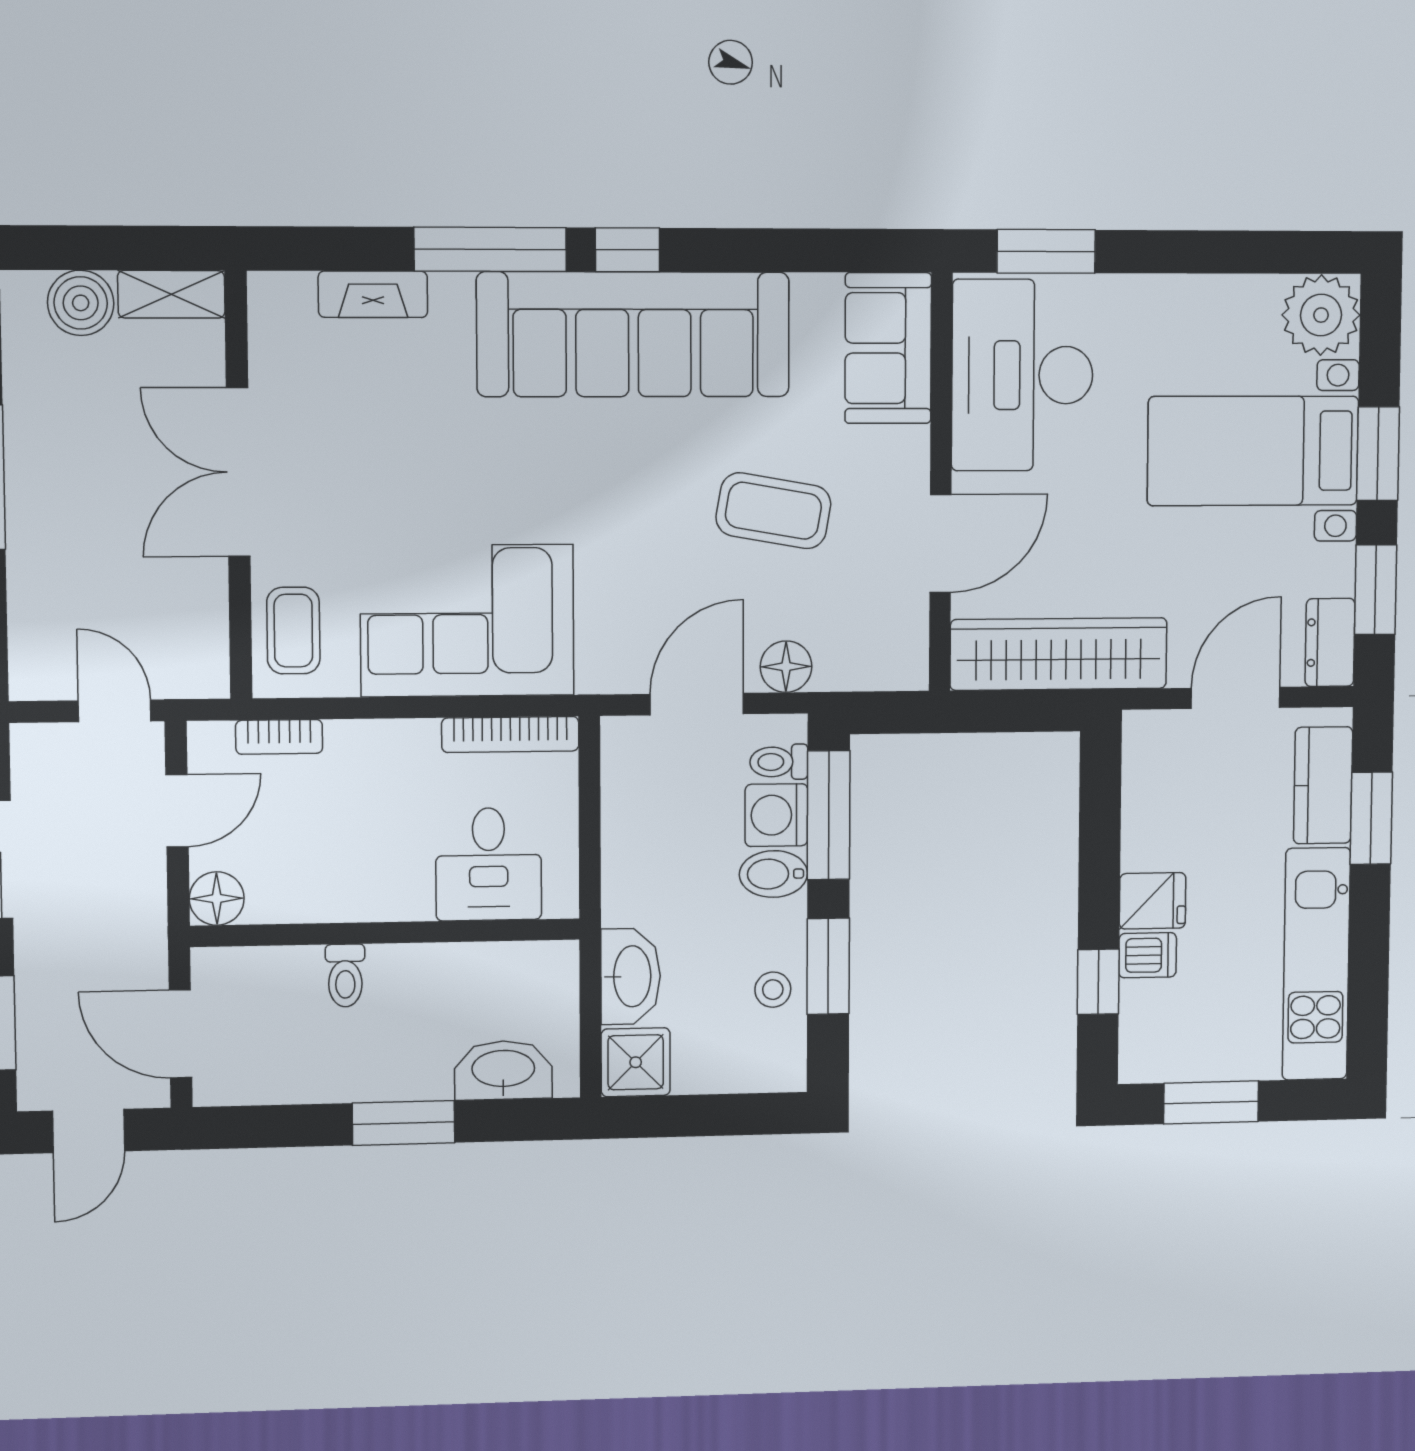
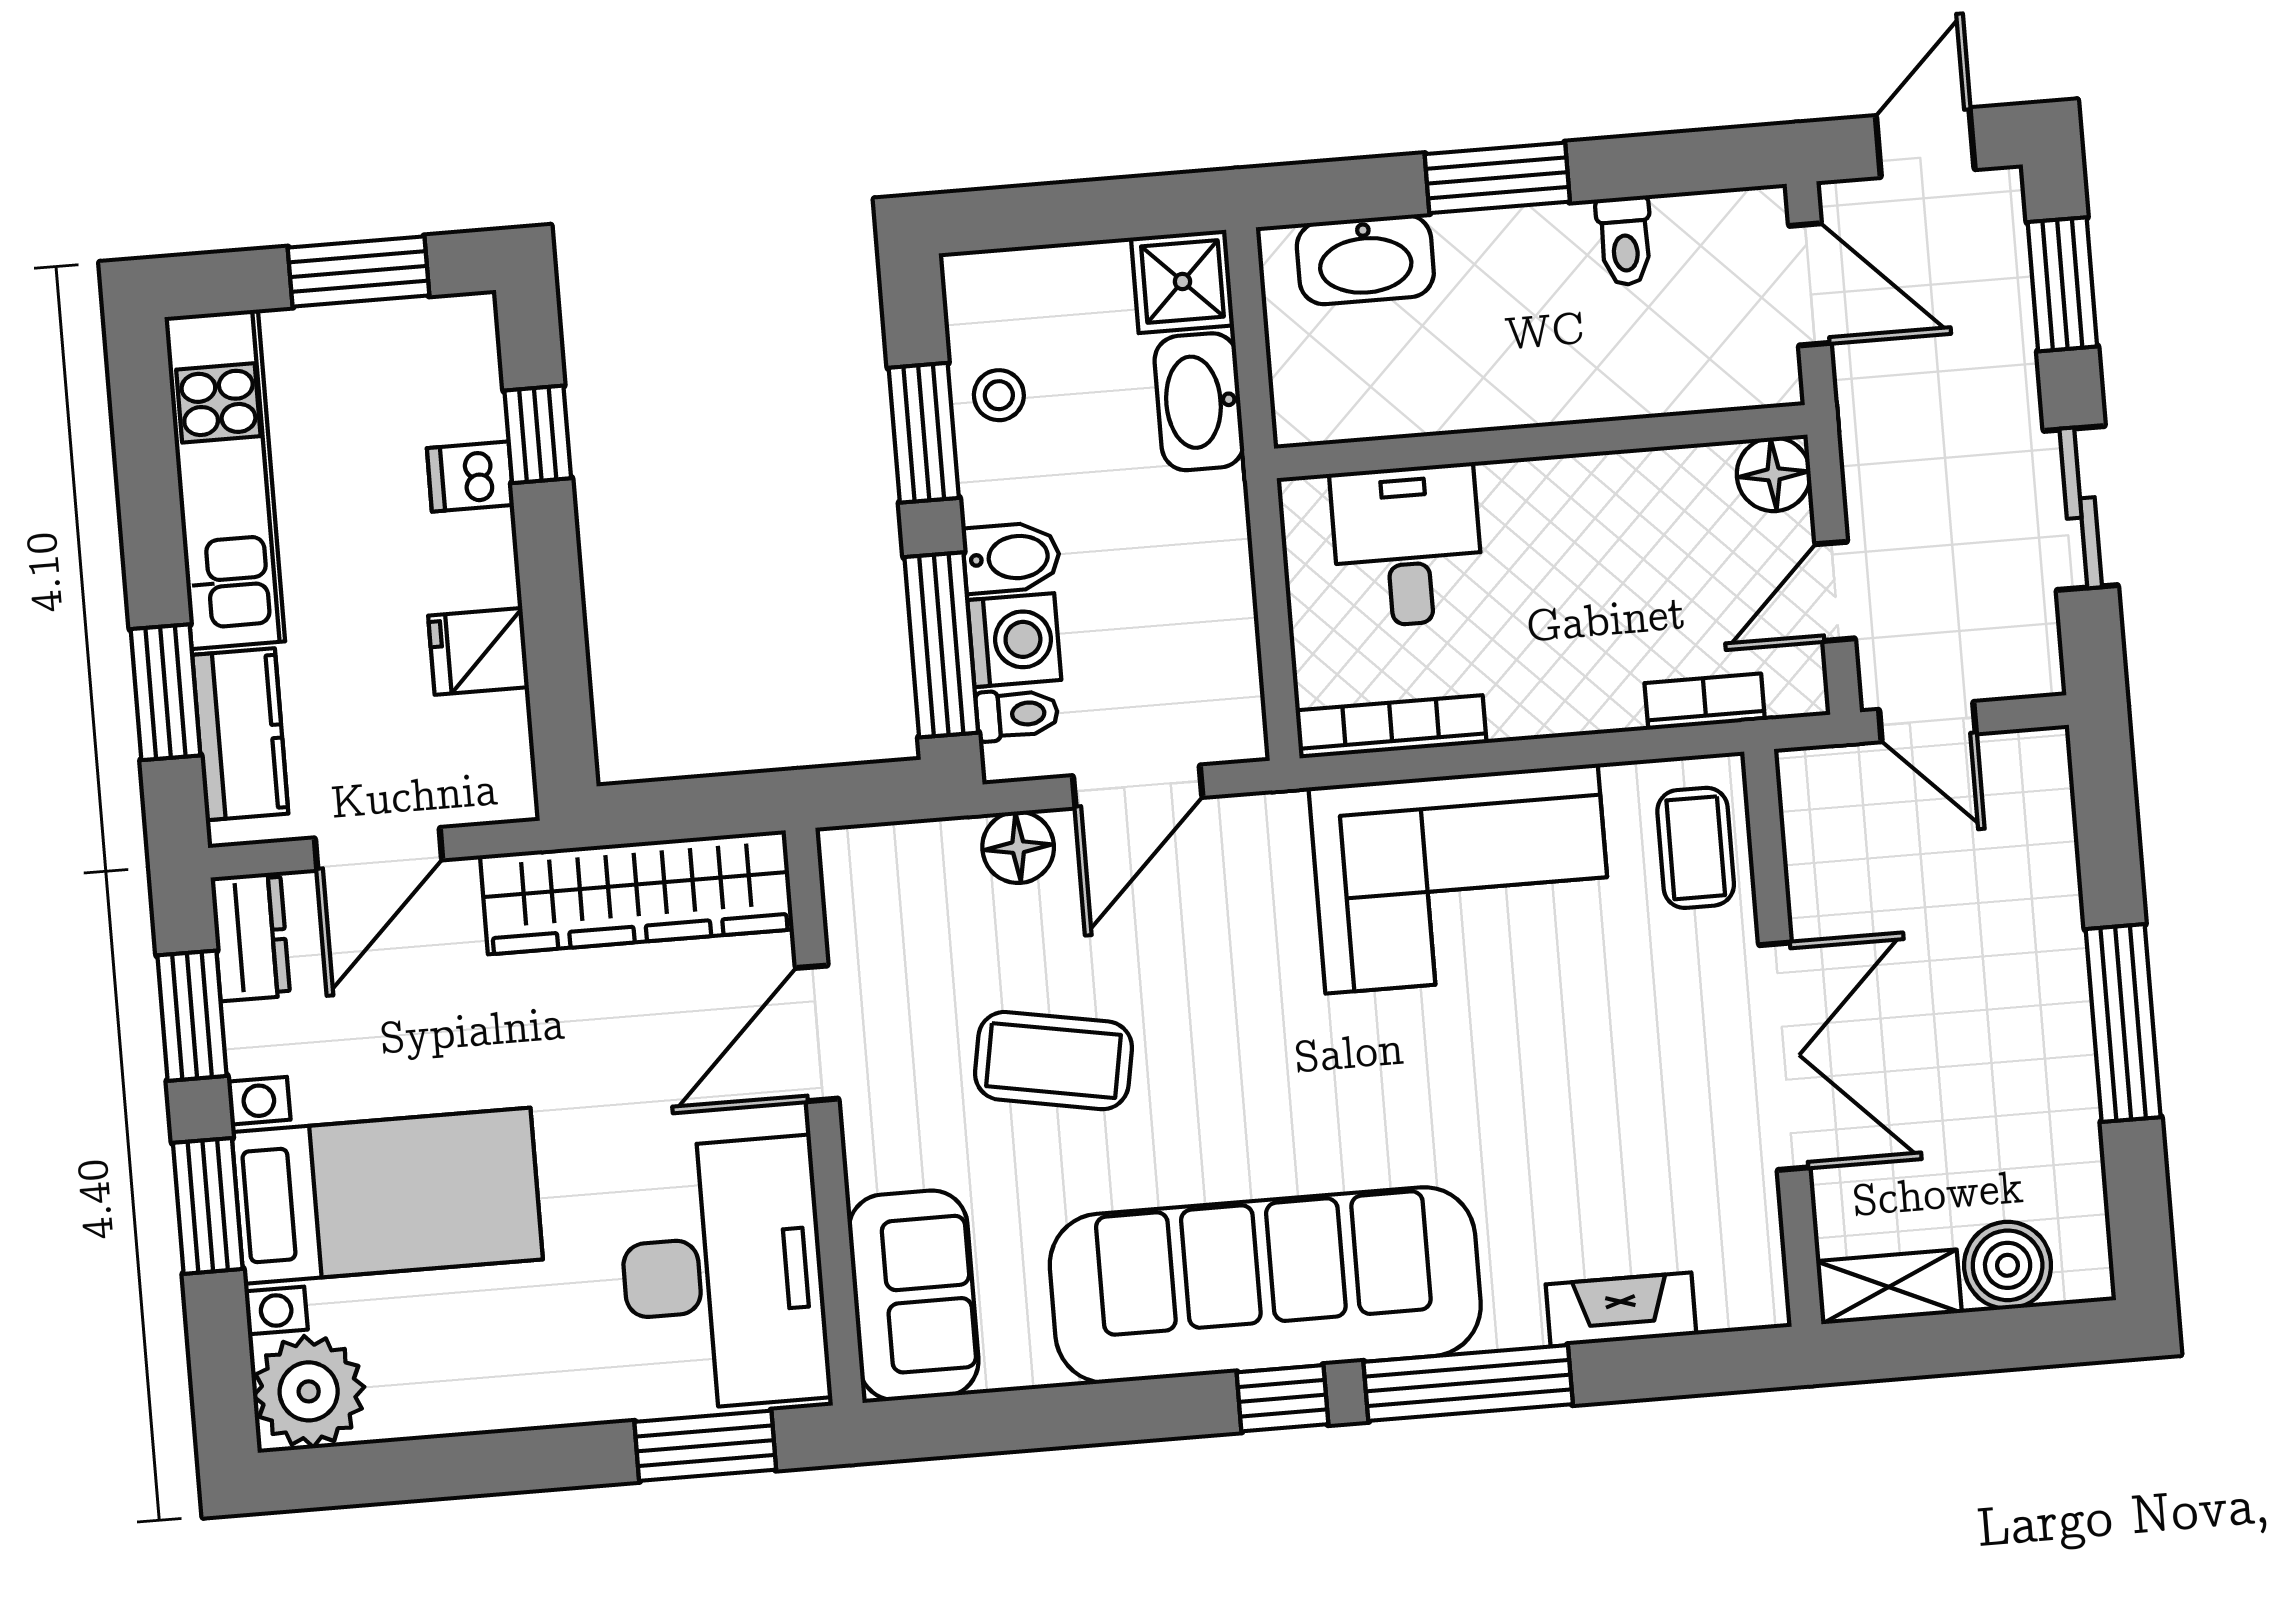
fridge: (1153, 901) -> (478, 651), moved
toilet: (345, 976) -> (1625, 241), moved, turned 180

